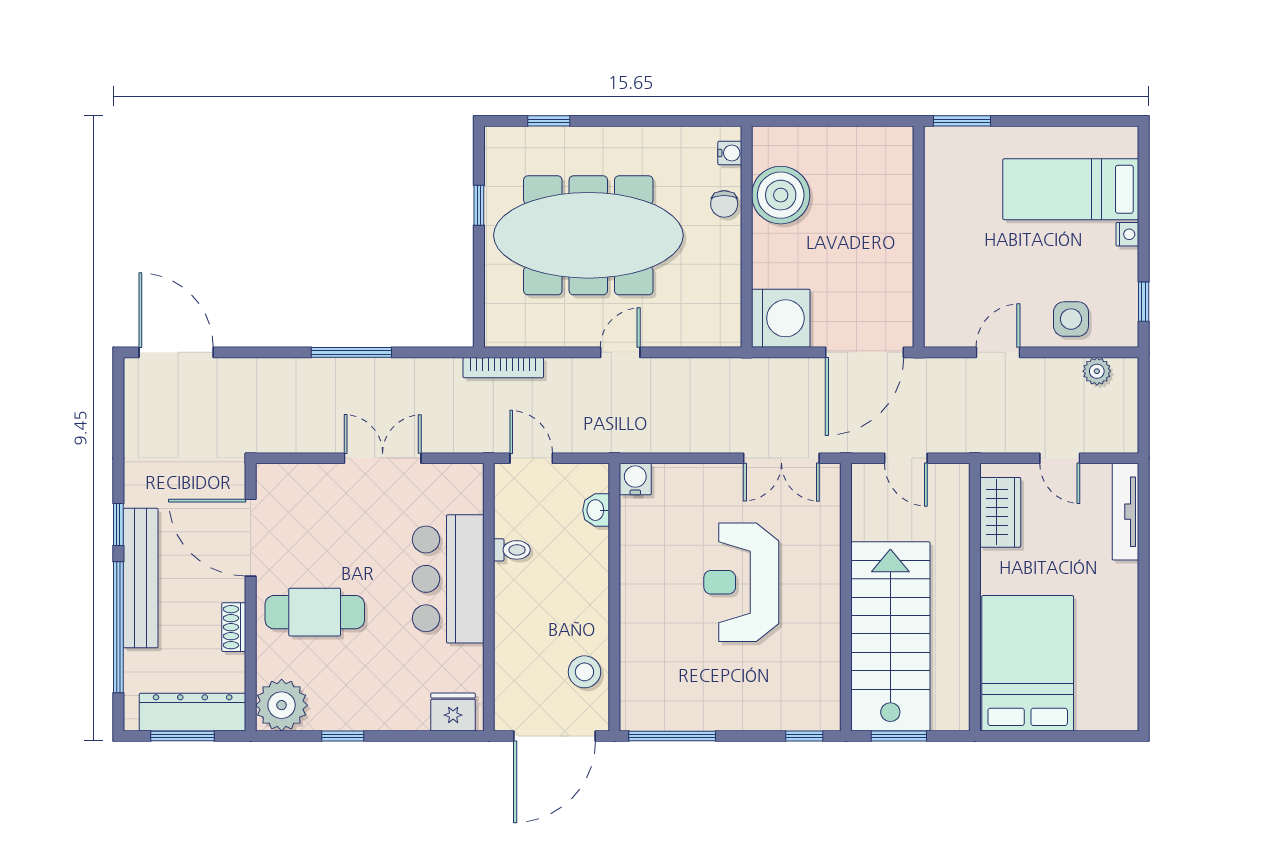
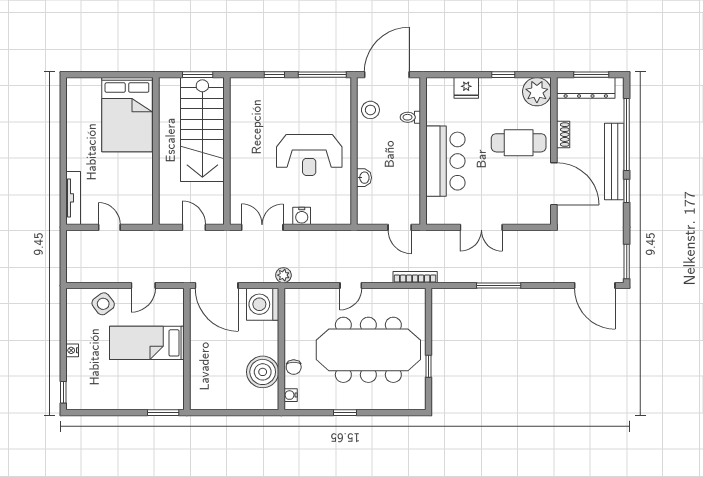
window: (549, 121) -> (345, 413), moved
bed: (1071, 189) -> (147, 343), moved, turned 180
chair: (724, 204) -> (294, 367), turned 180
window: (1144, 302) -> (63, 392), moved
side table: (1071, 319) -> (103, 304), turned -37
door: (864, 352) -> (217, 286), swing flipped
plant: (1097, 371) -> (283, 275), moved
window: (118, 396) -> (627, 262), added
water cooler: (635, 479) -> (302, 216), moved
washbasin: (596, 510) -> (364, 178), moved
wardrobe: (1000, 512) -> (142, 198), removed
toilet: (512, 550) -> (410, 117), moved
reception desk: (741, 582) -> (309, 155), moved, turned 90
fridge: (453, 712) -> (466, 88), moved
window: (804, 736) -> (274, 75), moved

